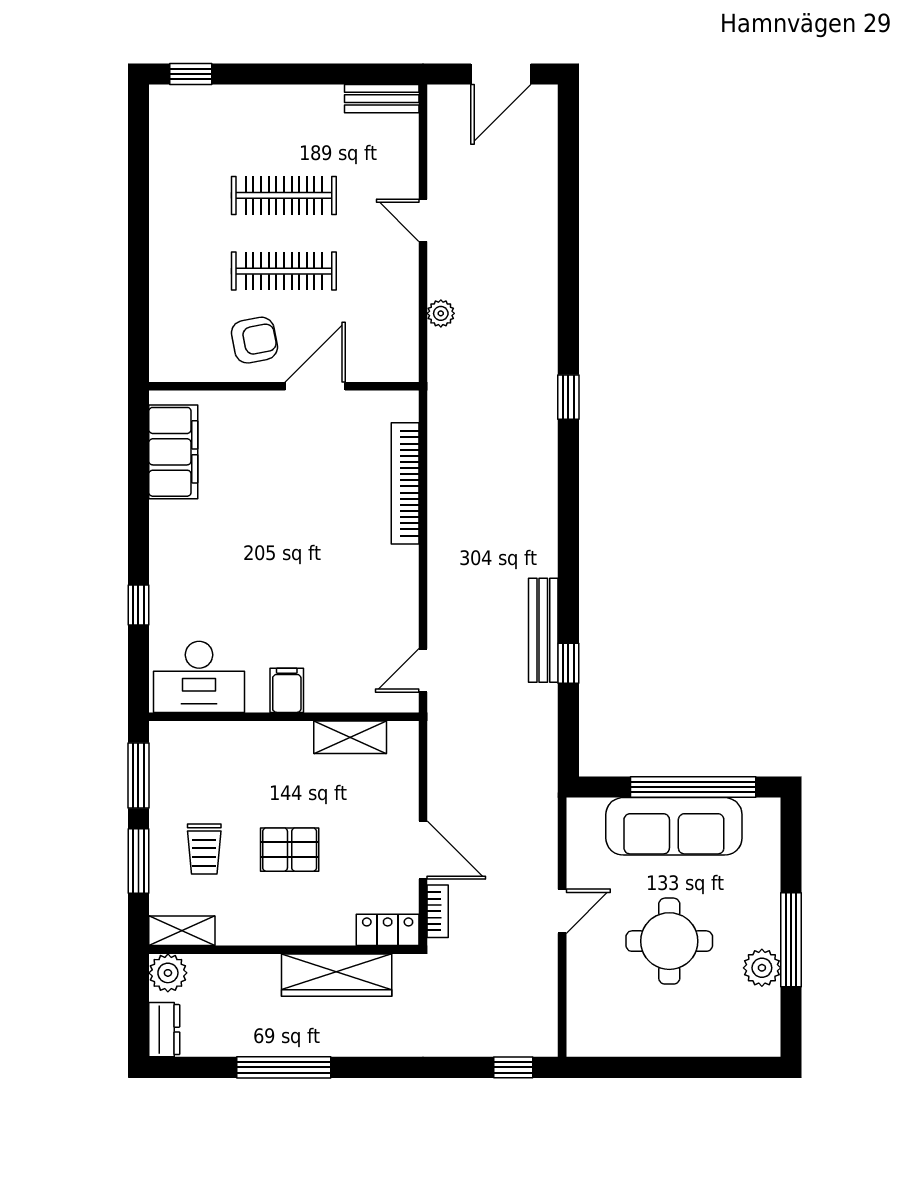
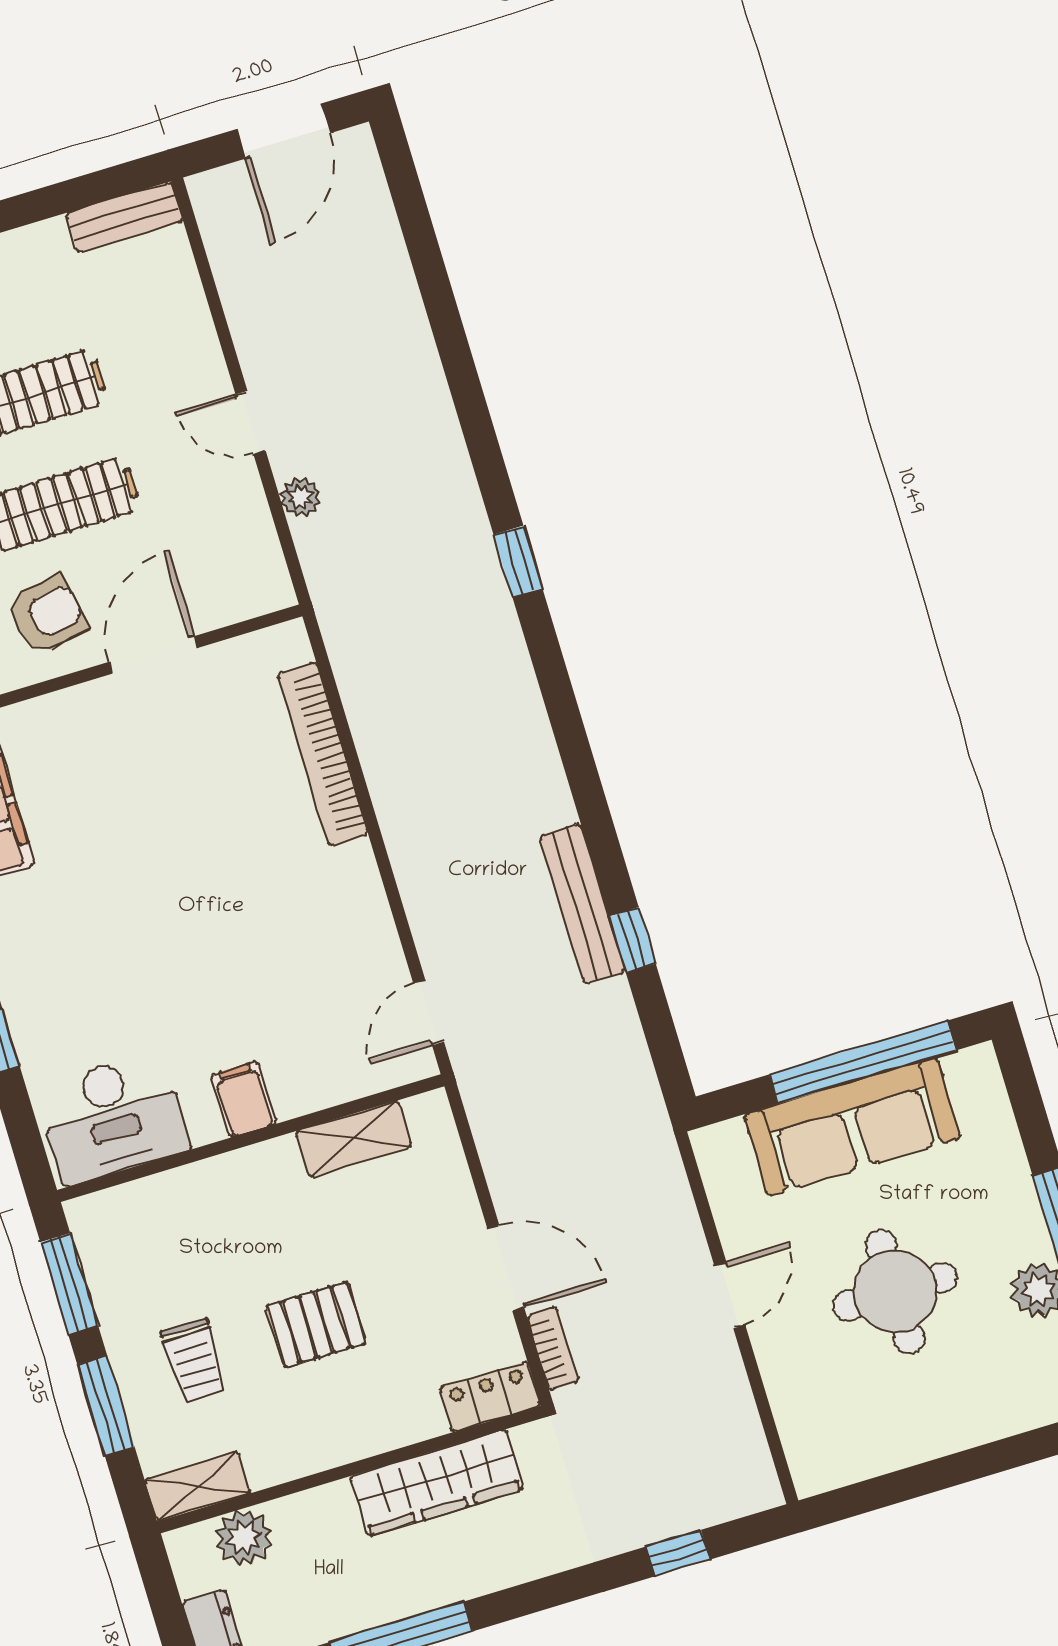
door: (423, 220) -> (251, 423), moved
plant: (168, 973) -> (244, 1538), moved
window: (513, 1067) -> (678, 1553), moved

